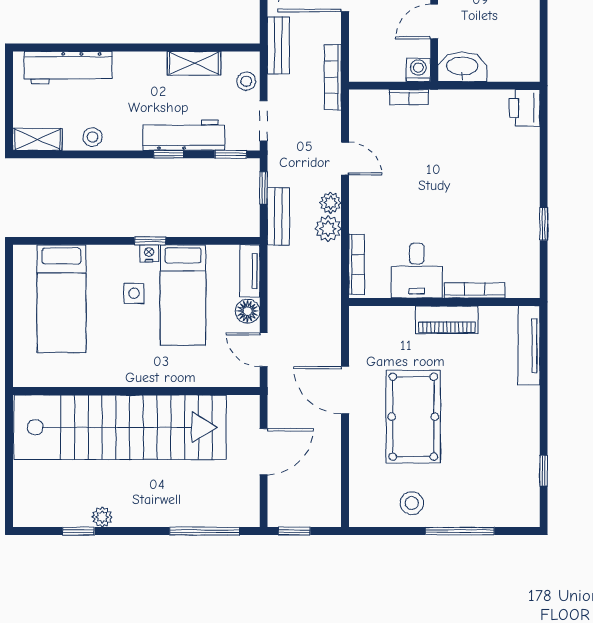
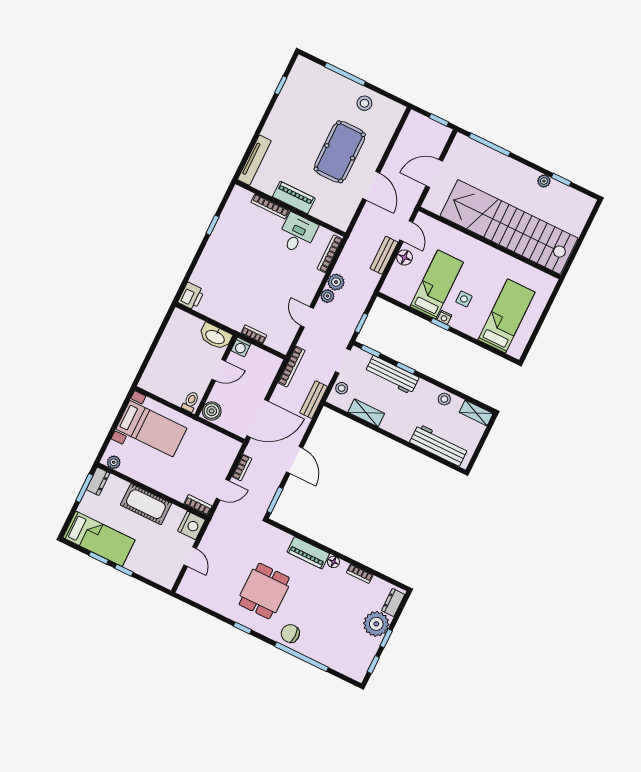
bench: (278, 216) -> (384, 255), moved
tv unit: (250, 271) -> (392, 280), removed

